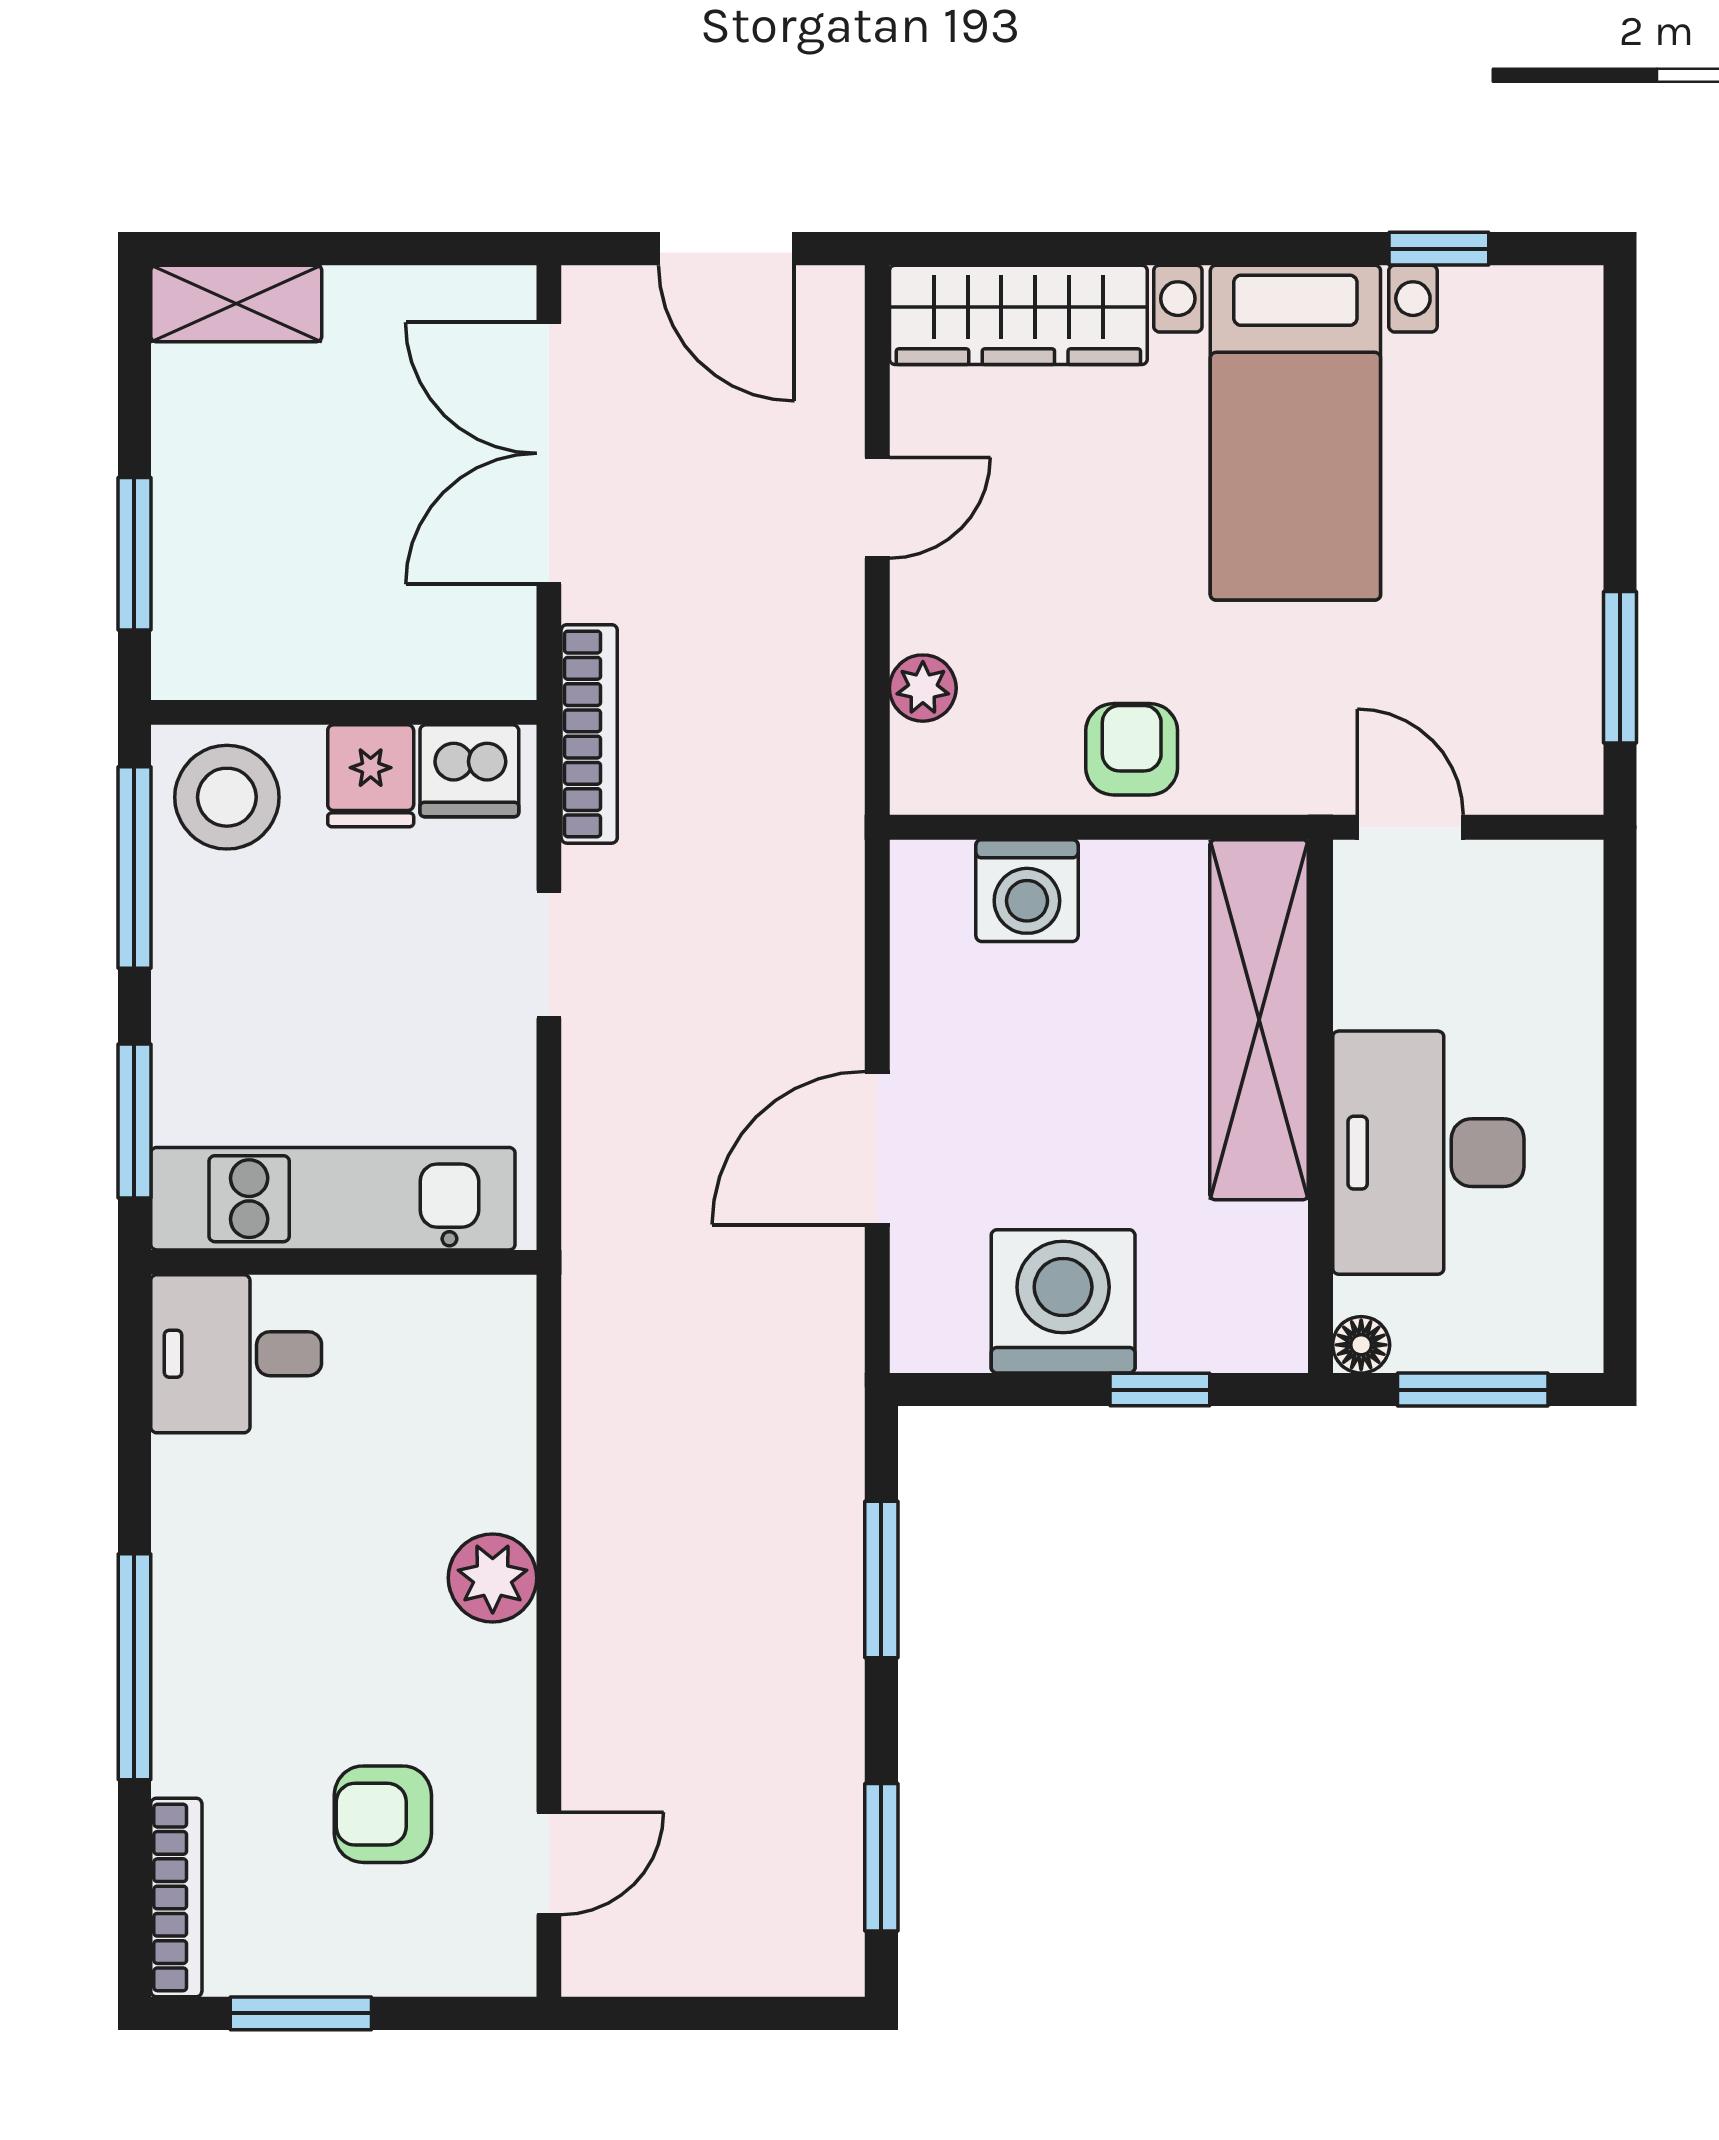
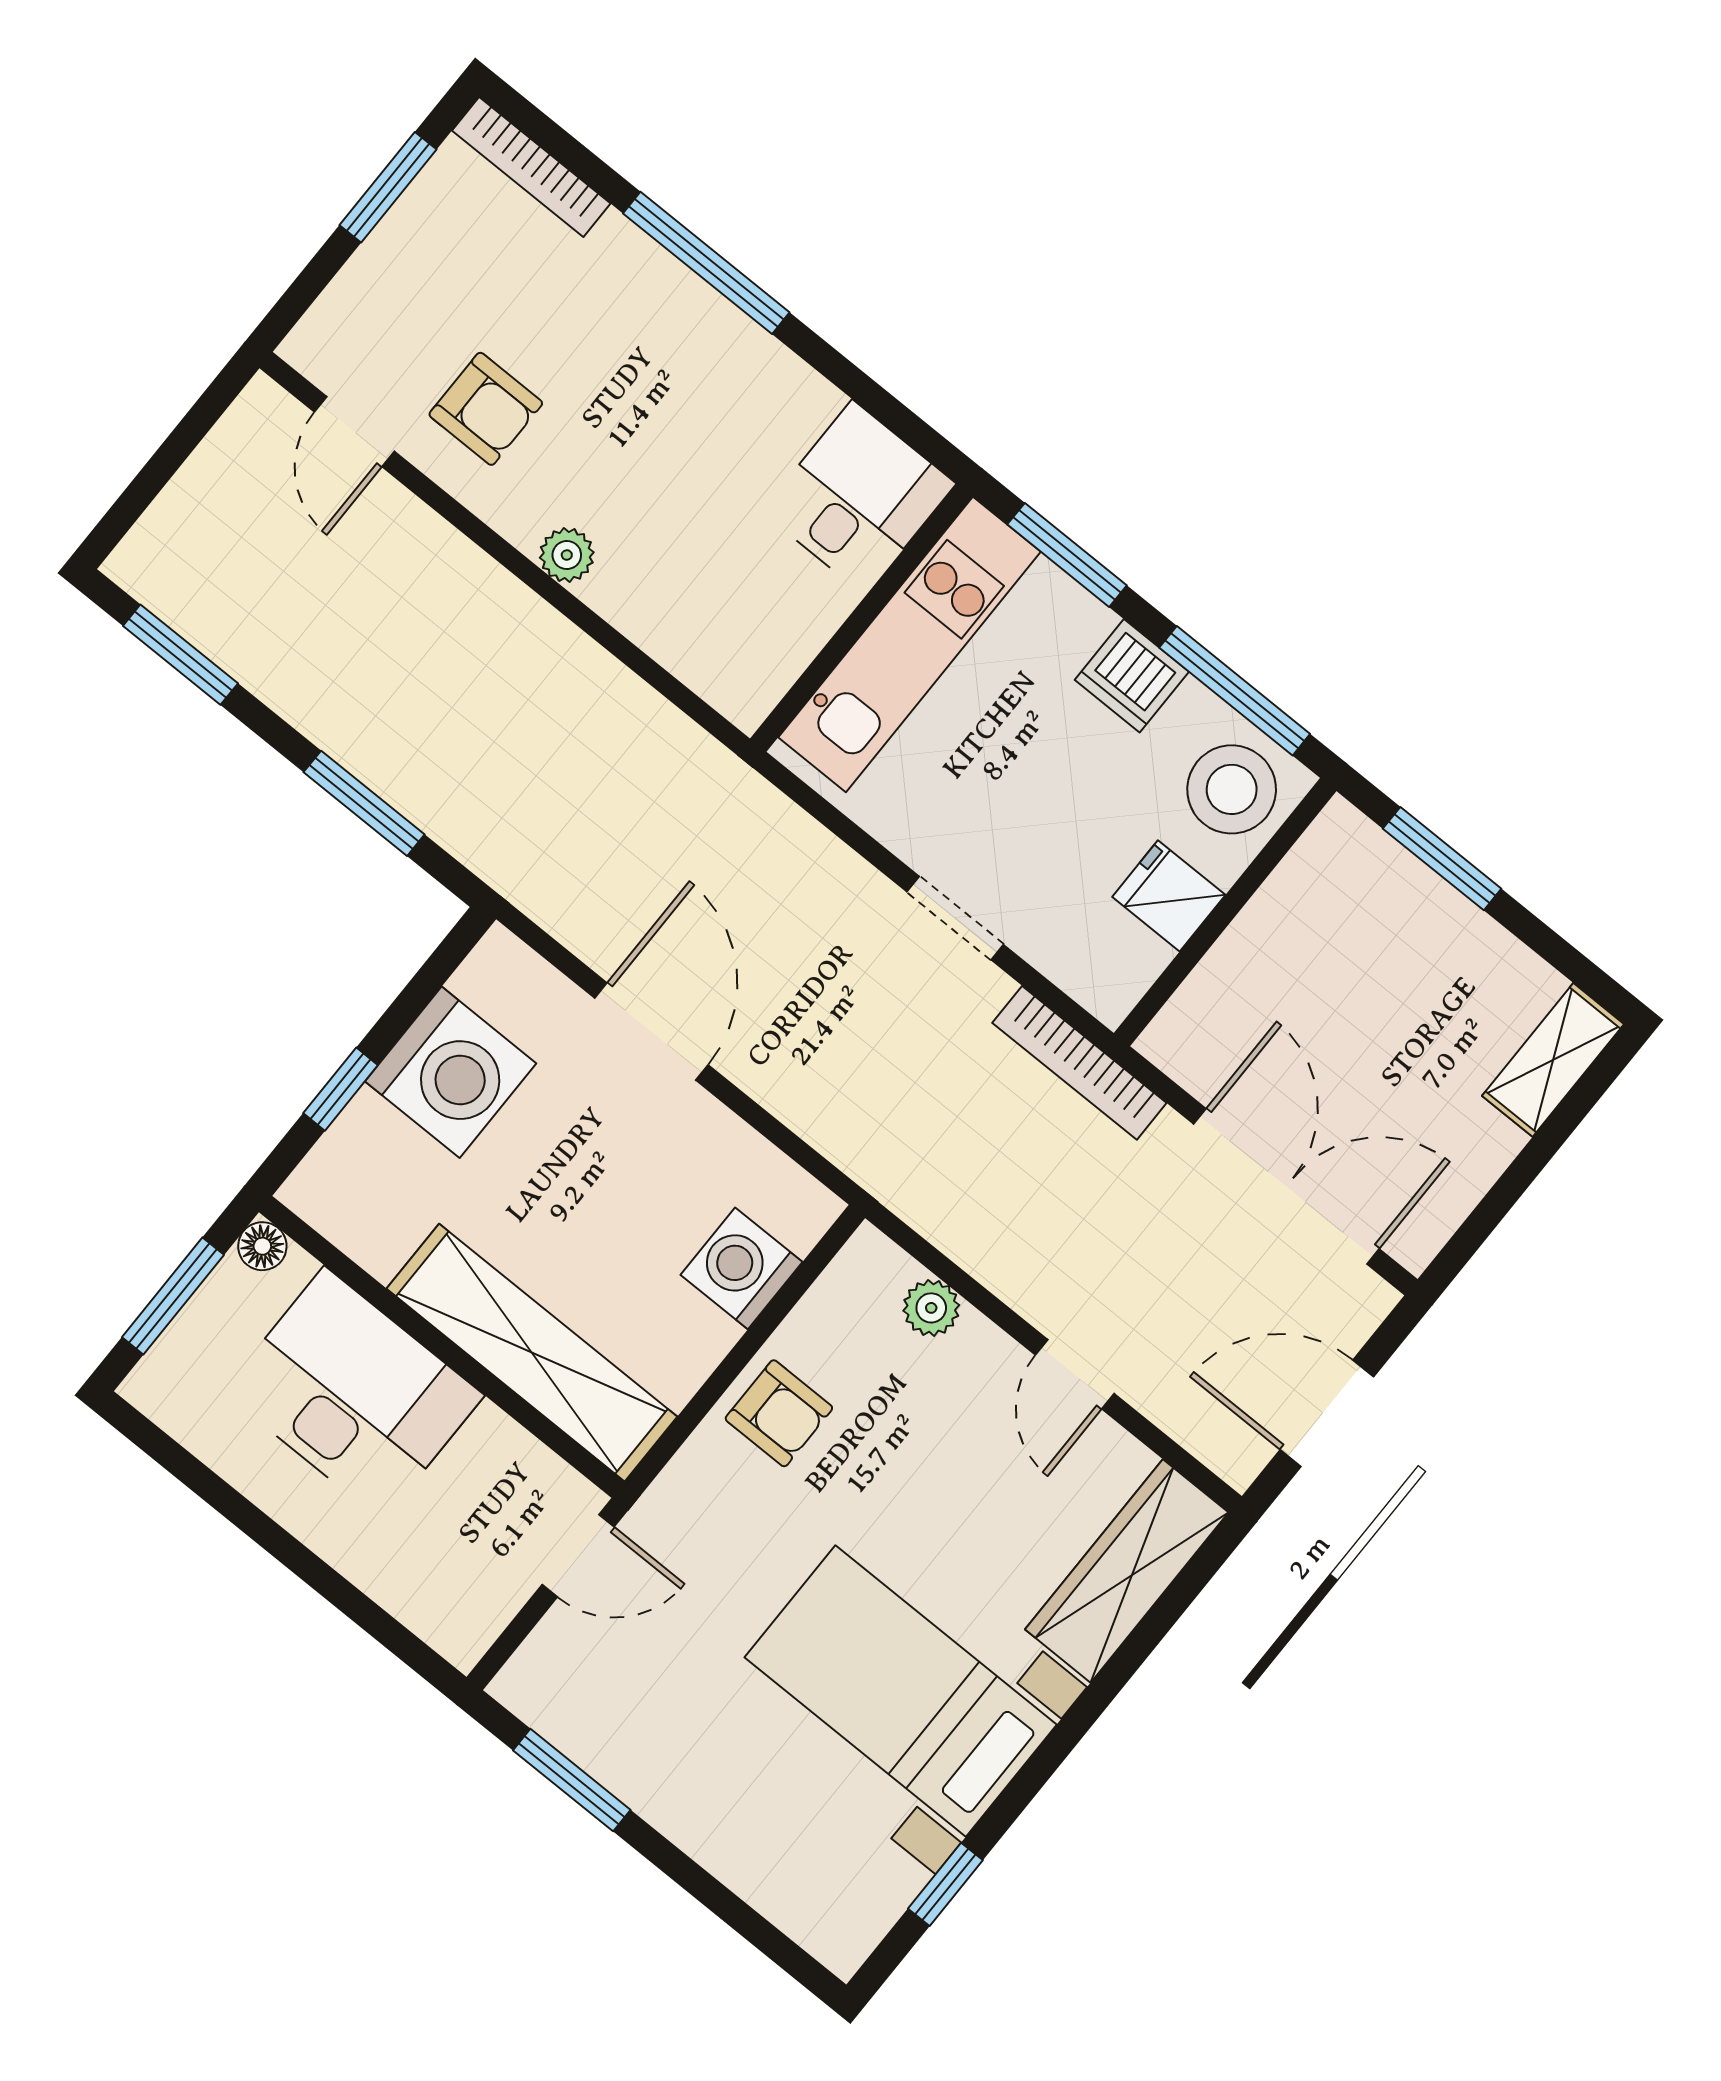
dishwasher: (469, 771) -> (1132, 676), moved, turned -90
plant: (493, 1578) -> (567, 555), width x0.73, depth x0.73
armchair: (383, 1814) -> (486, 409), moved, turned 90

